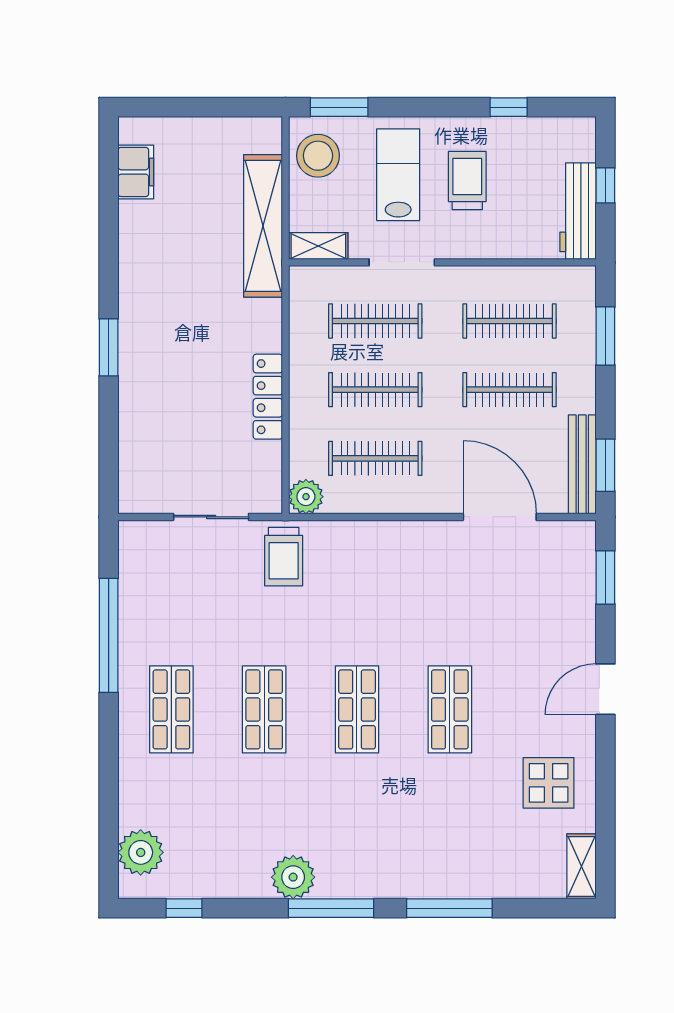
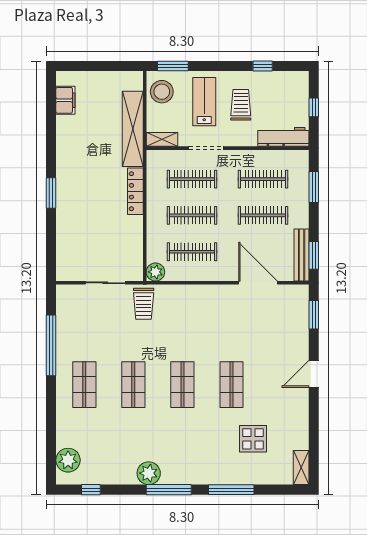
workbench: (578, 211) -> (283, 137), moved, turned 90
locker: (268, 397) -> (135, 191), moved
display table: (549, 783) -> (253, 439), moved

